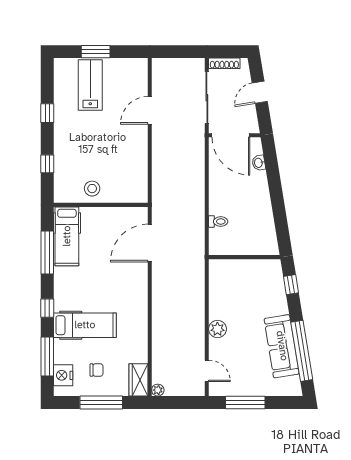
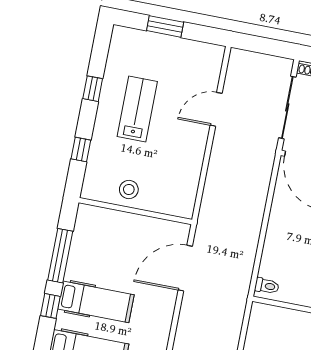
lab bench: (90, 85) -> (137, 109), moved
toilet: (218, 221) -> (267, 286), moved
hospital bed: (67, 236) -> (96, 302), moved, turned -90
window: (47, 308) -> (50, 306), moved

